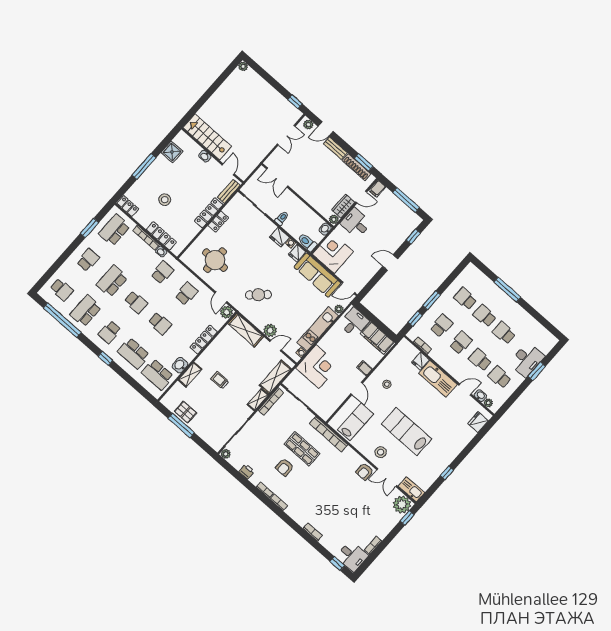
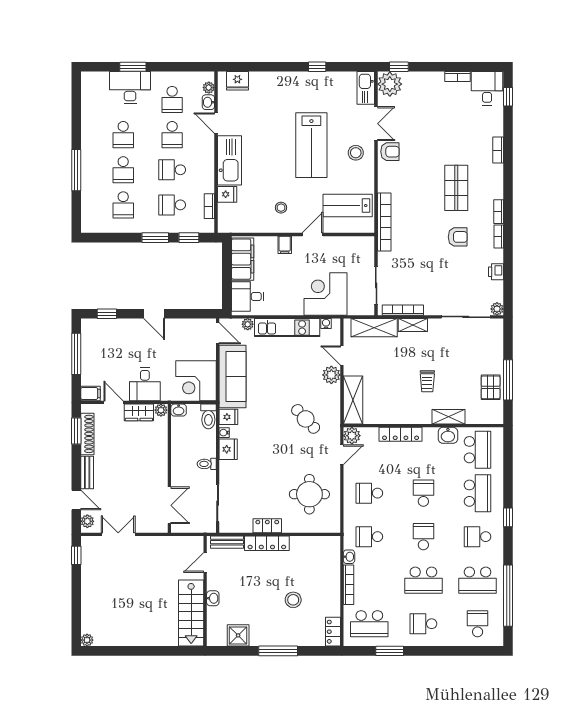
locker: (161, 236) -> (333, 571), removed
school desk: (110, 332) -> (478, 537), turned 180
shop shelf: (302, 449) -> (456, 188), moved

